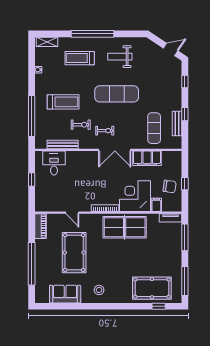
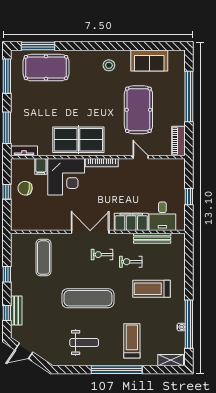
treadmill: (80, 58) -> (132, 341), turned -90
window: (32, 116) -> (189, 324), moved
bench: (177, 123) -> (16, 310), moved
filing cabinet: (147, 158) -> (131, 222), moved
window: (159, 306) -> (38, 46), width x2.17

